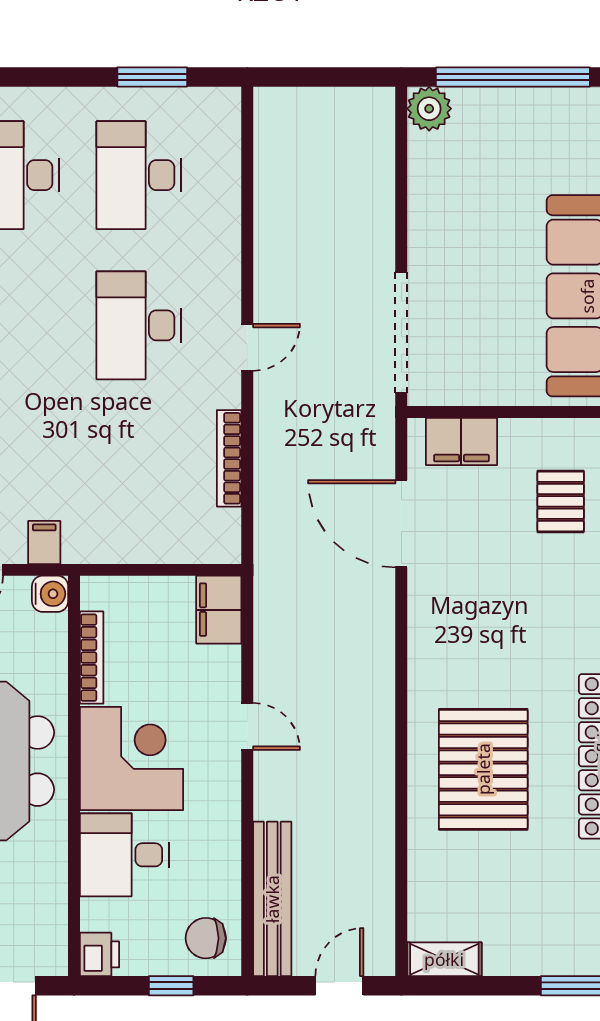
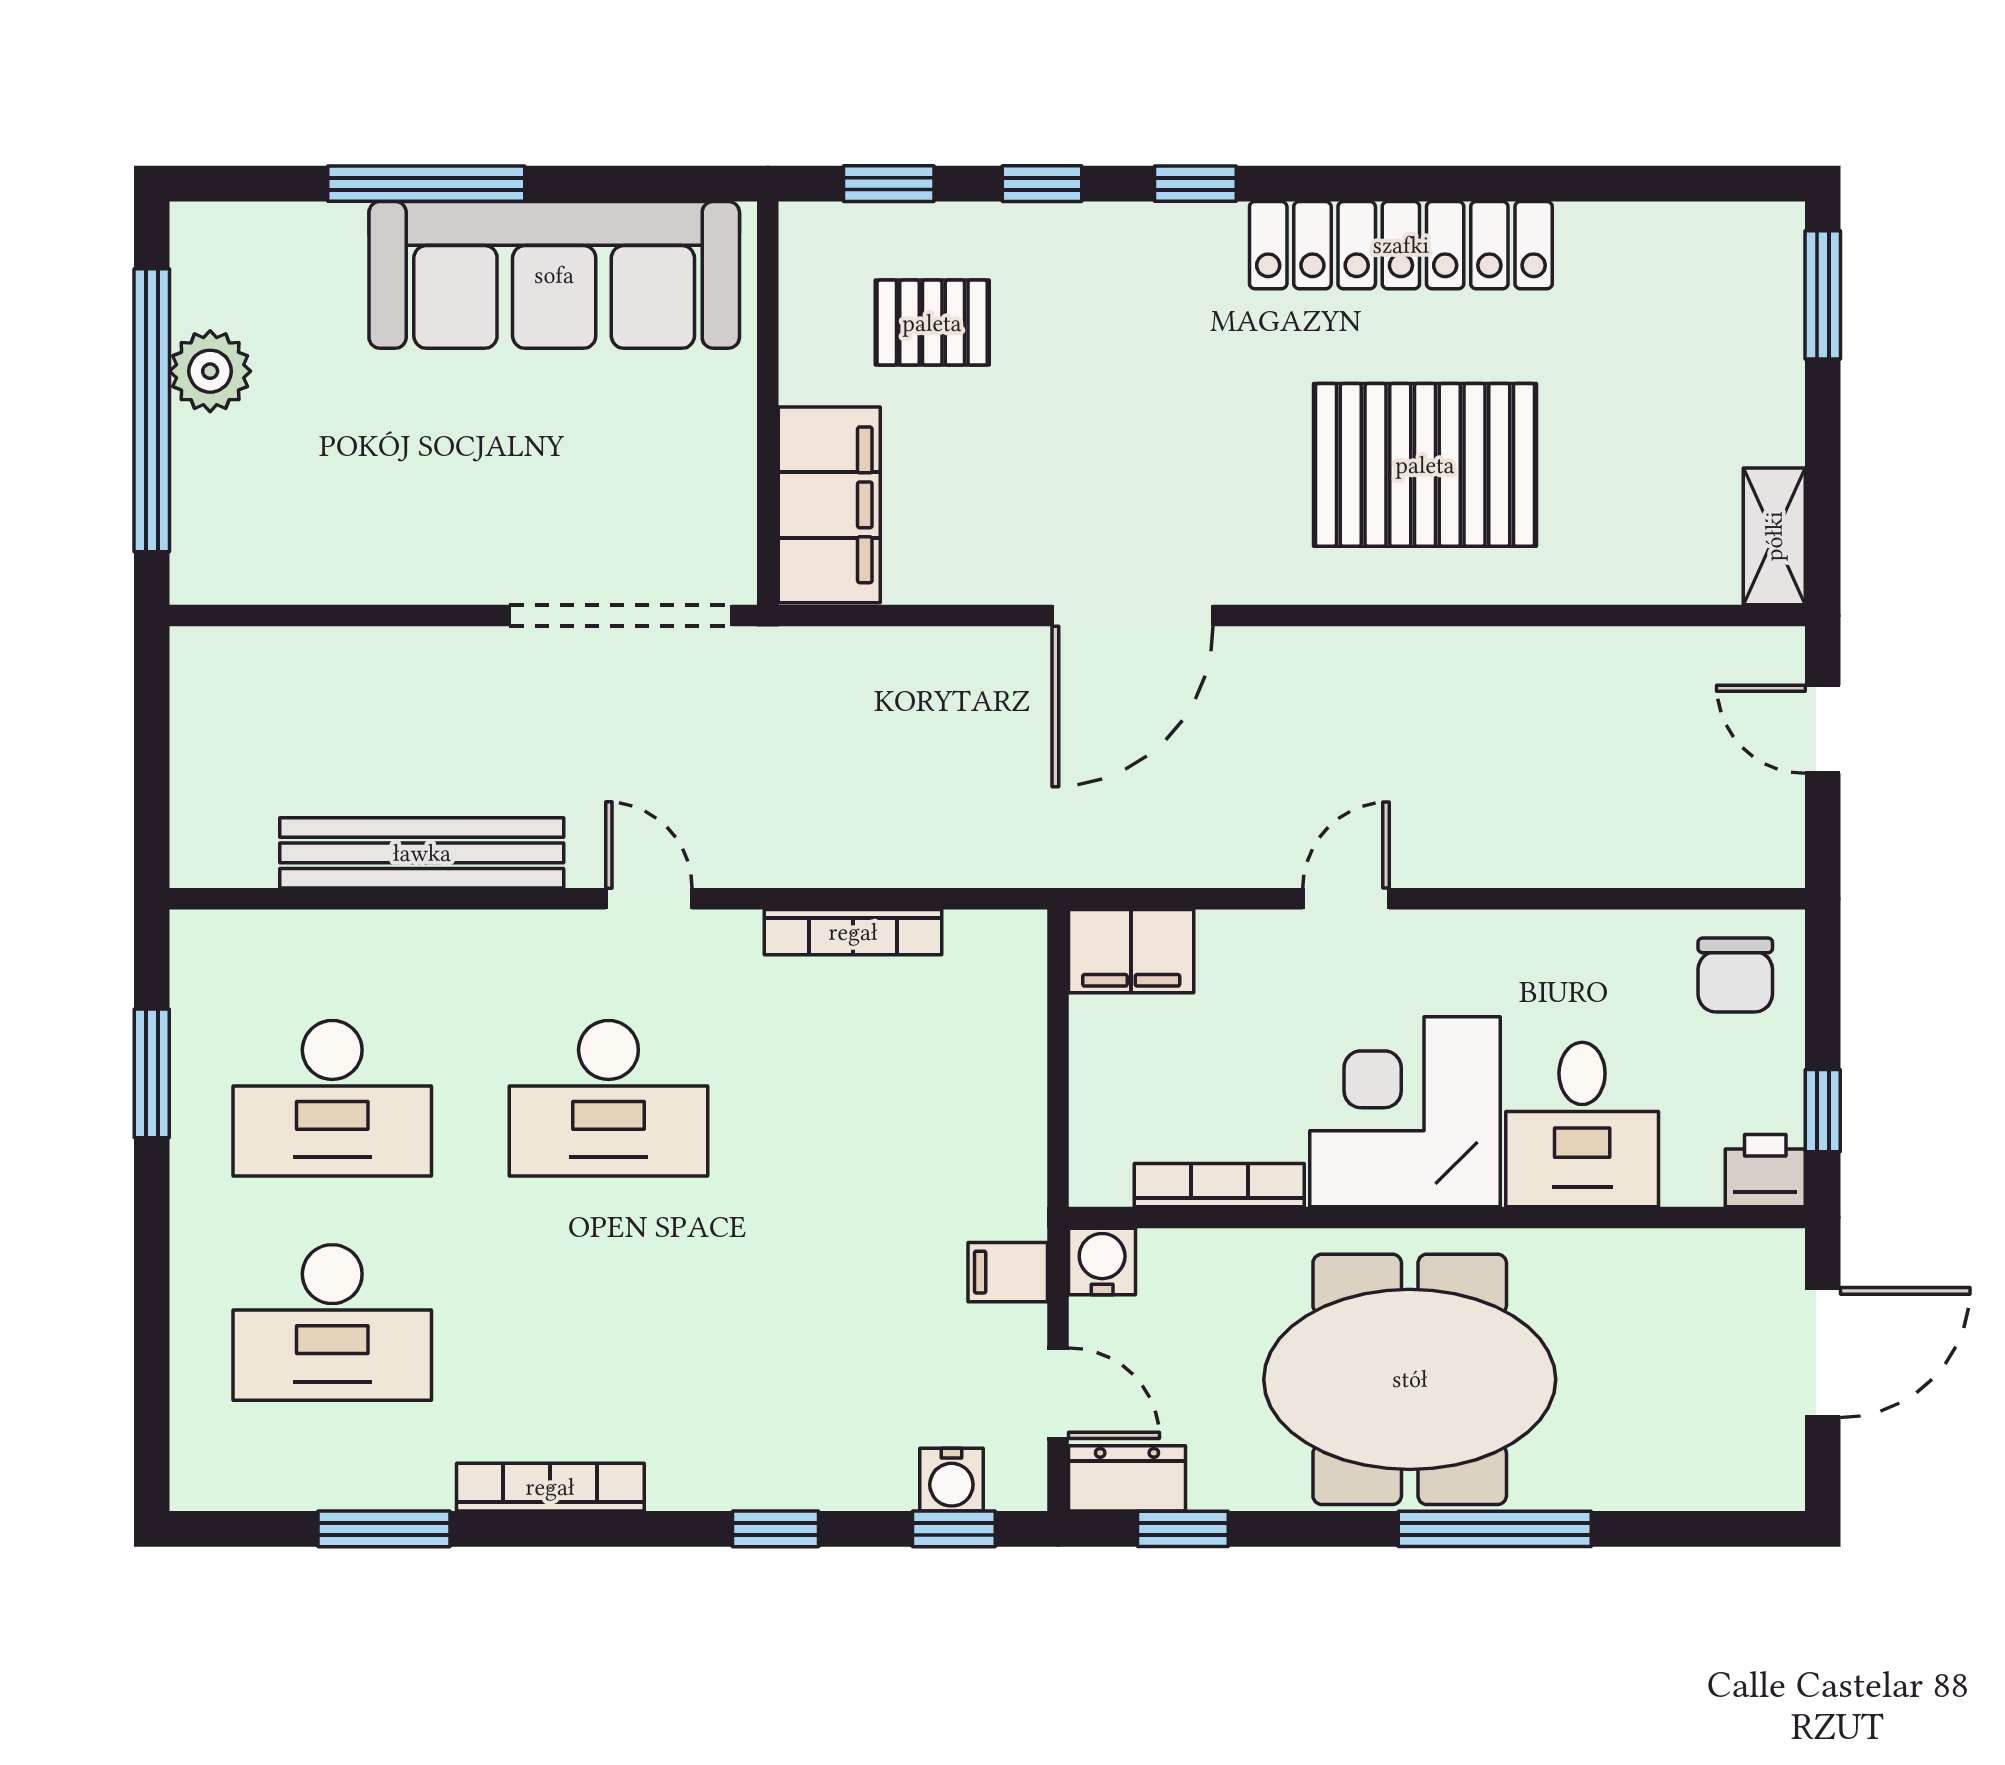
plant: (429, 109) -> (210, 371), moved
filing cabinet: (461, 441) -> (829, 505), width x1.50, depth x1.17
door: (401, 524) -> (1133, 616), moved
bench: (272, 899) -> (422, 853), moved
window: (171, 986) -> (1823, 1111), moved

